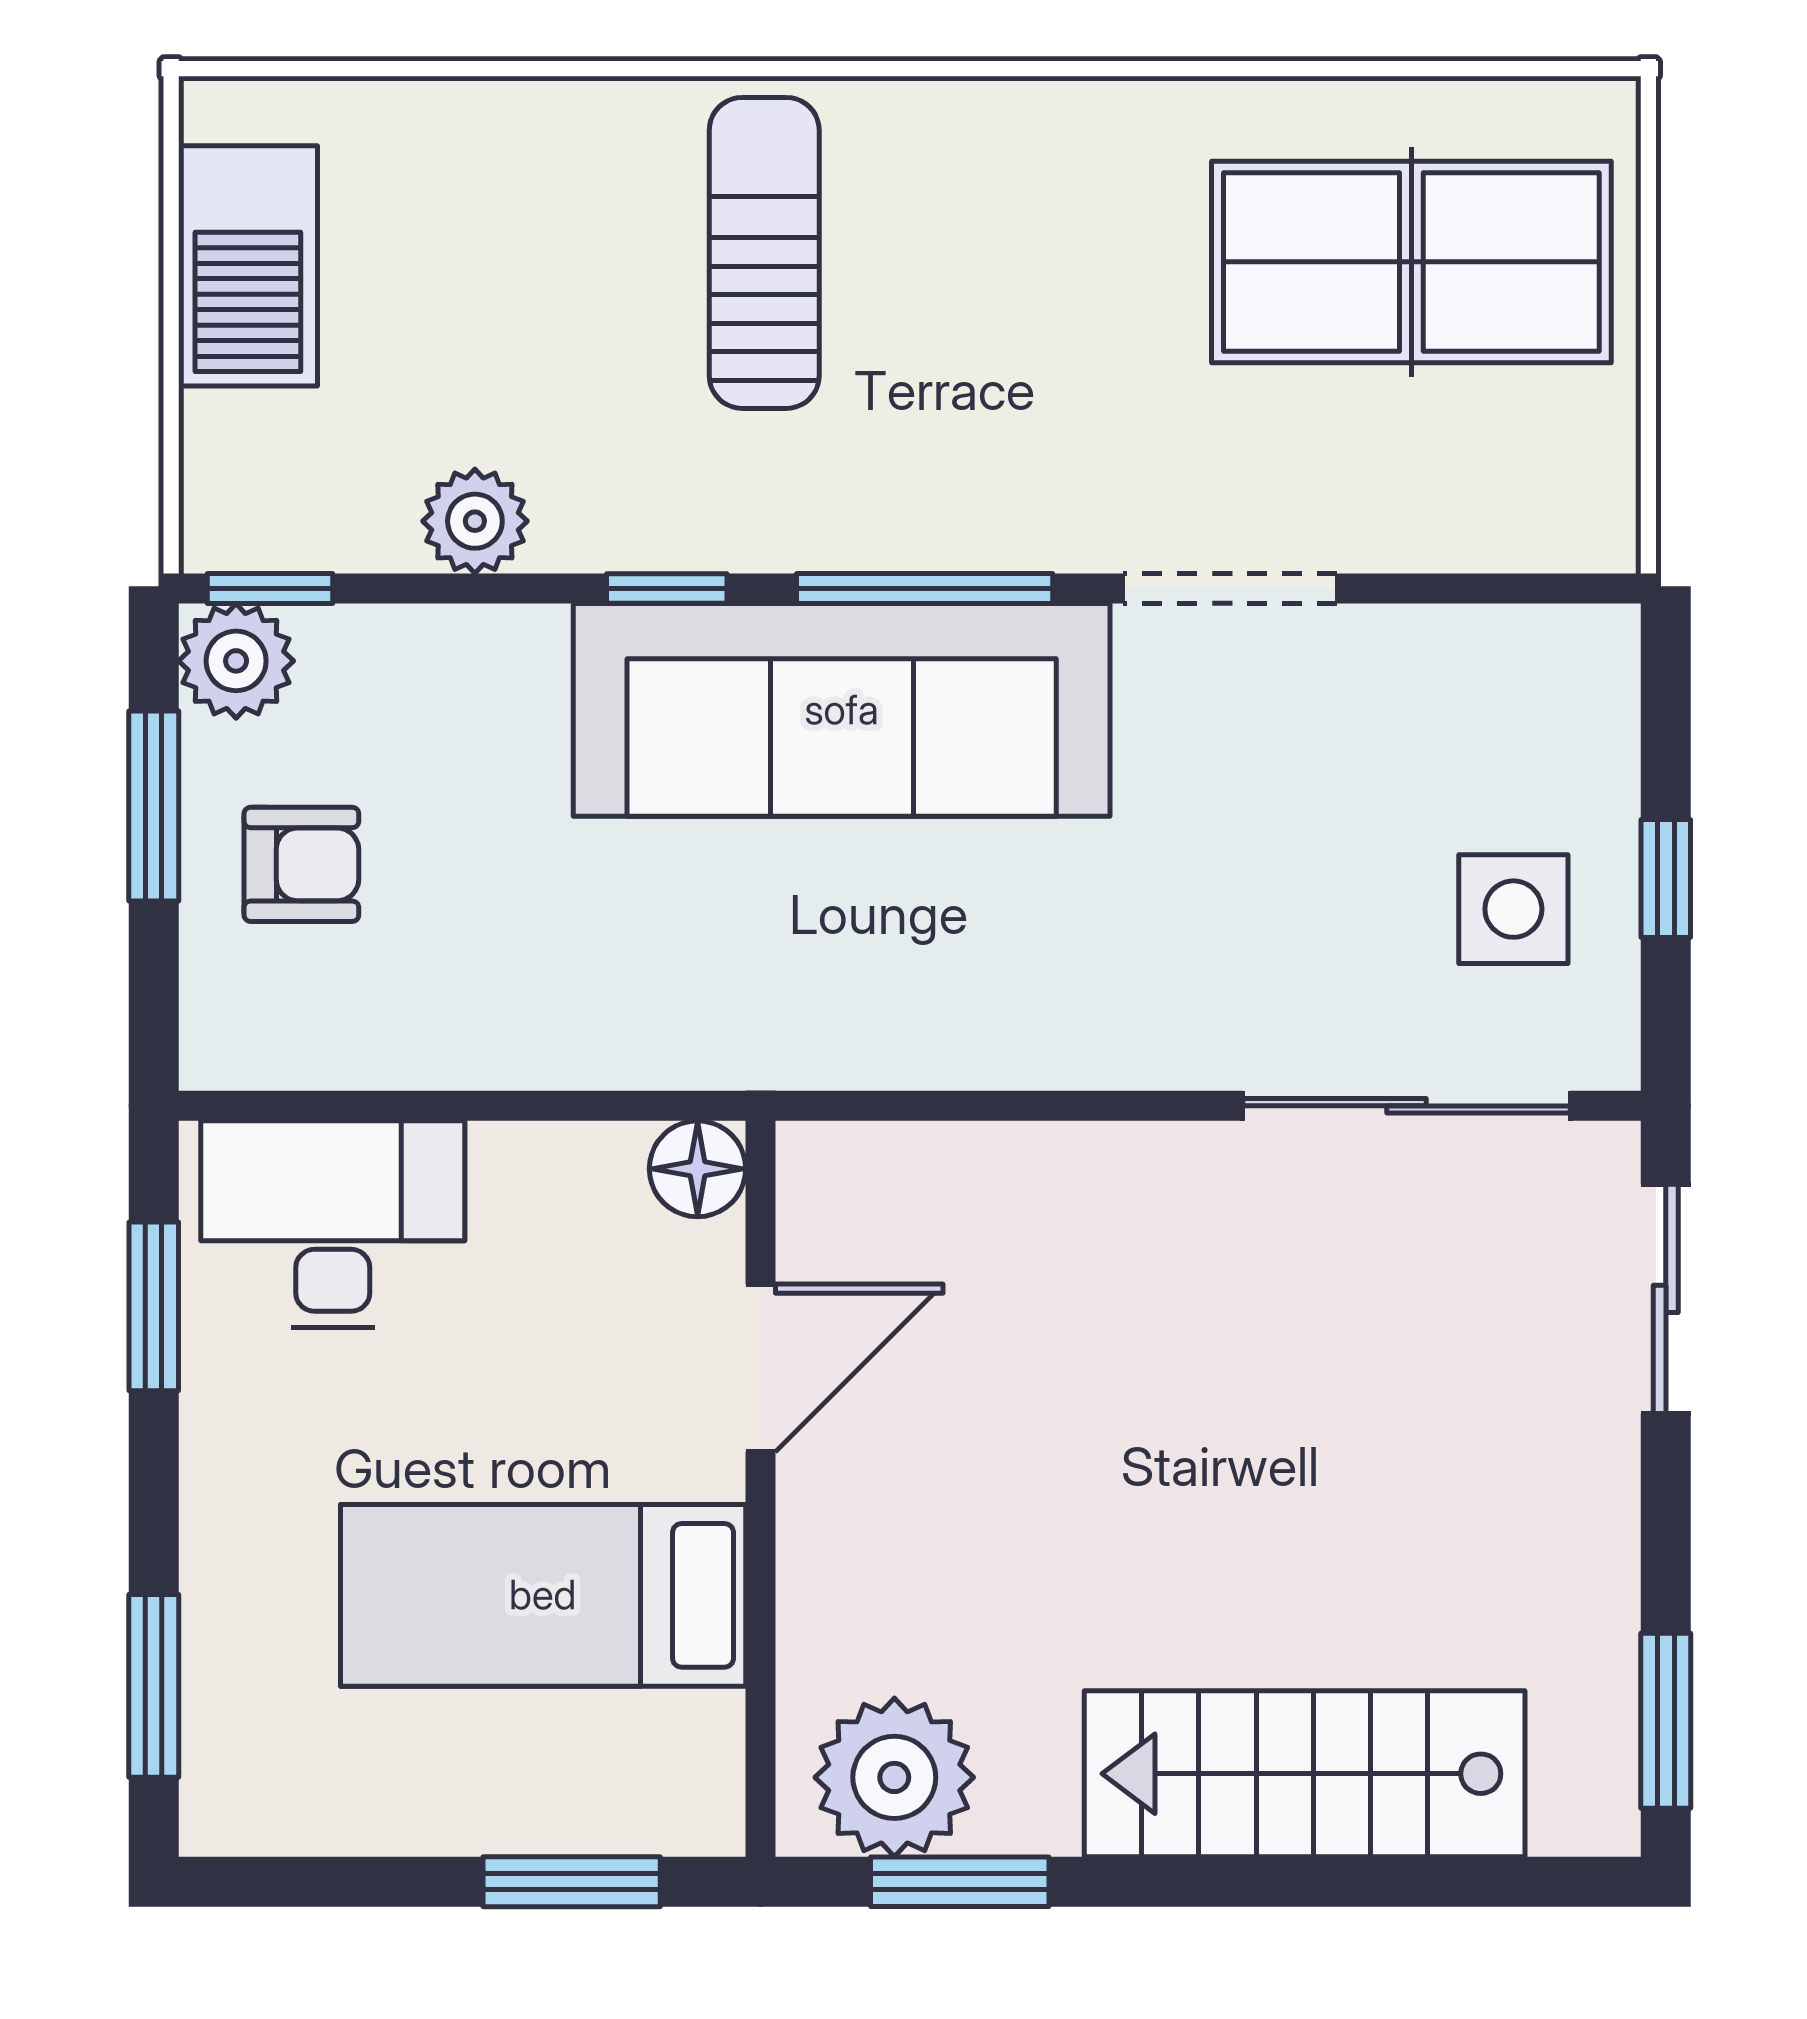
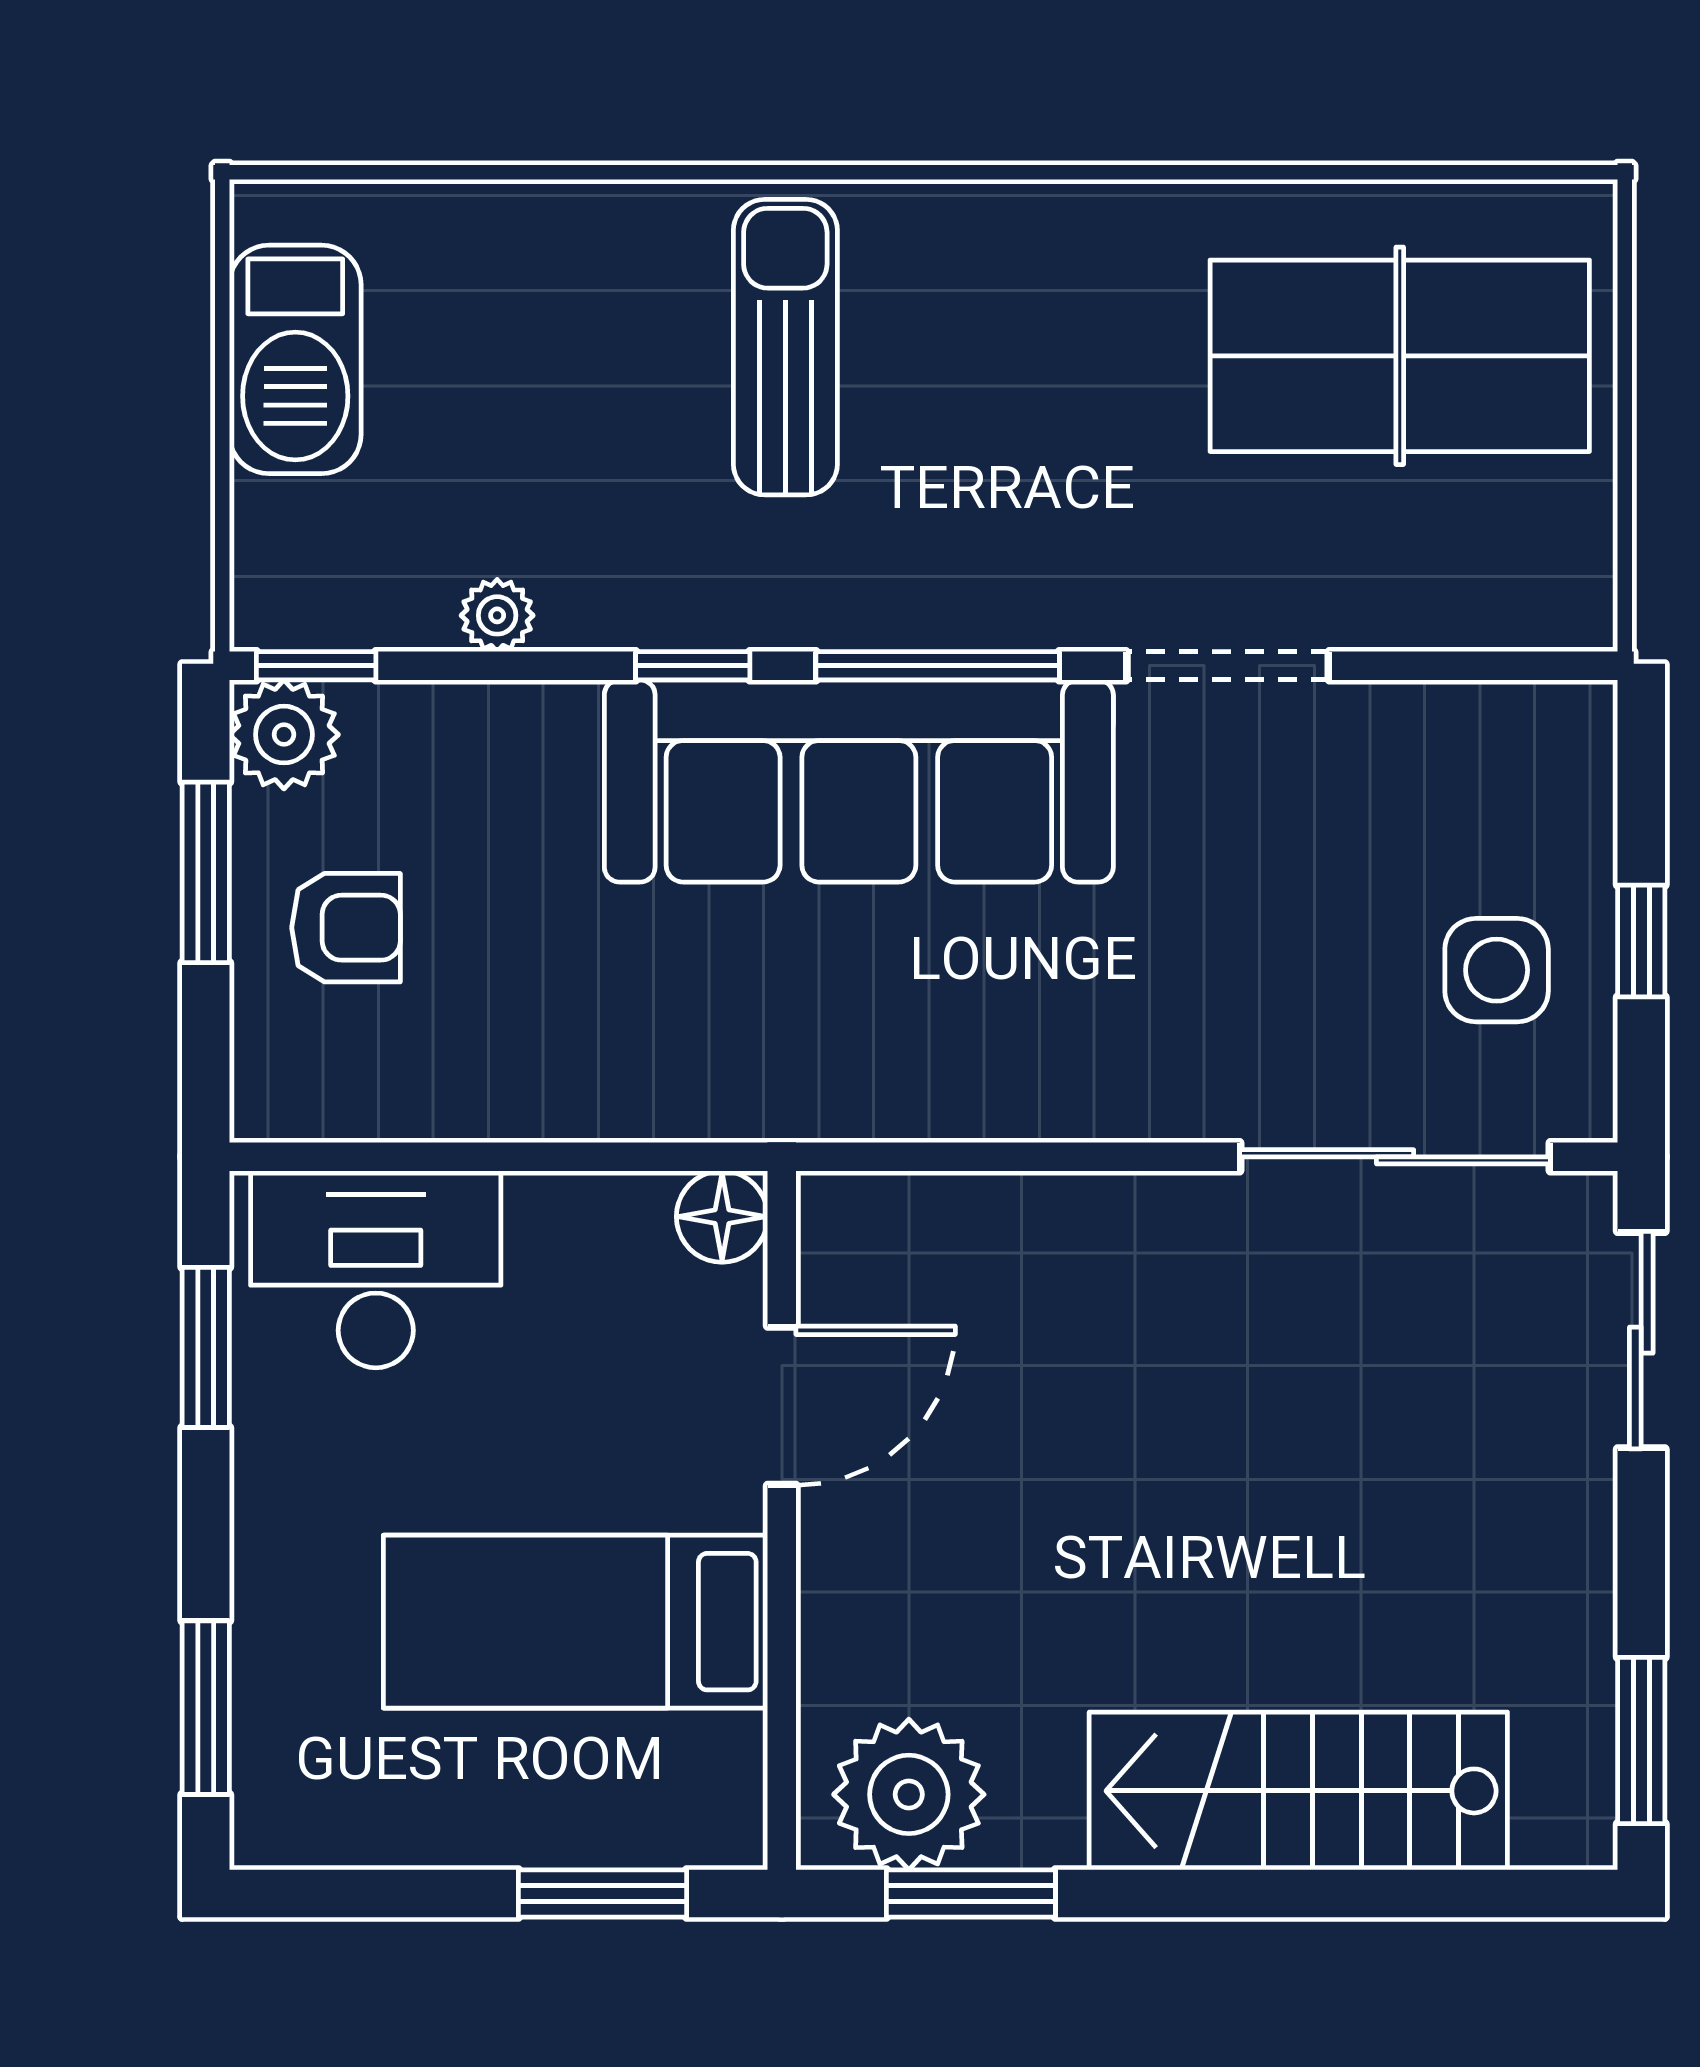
plant: (475, 521) -> (497, 615), width x0.73, depth x0.73

